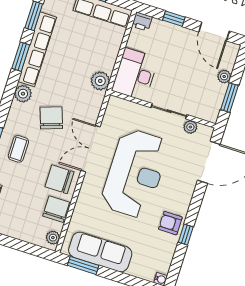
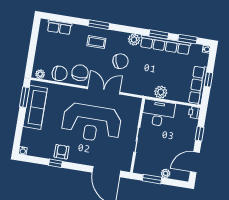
plant: (100, 81) -> (161, 92), moved
plant: (190, 127) -> (128, 156), removed

